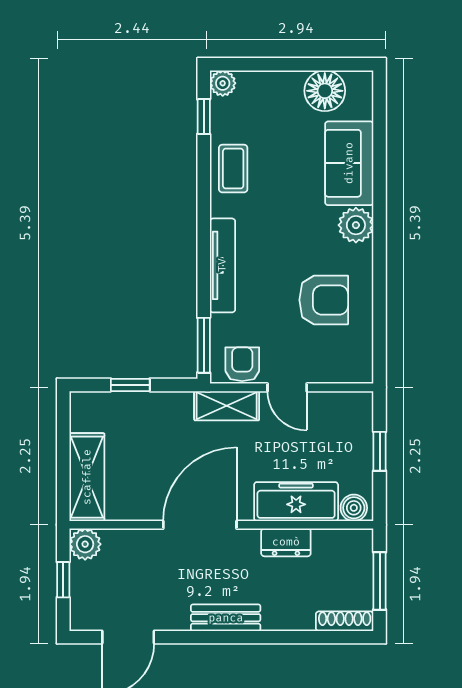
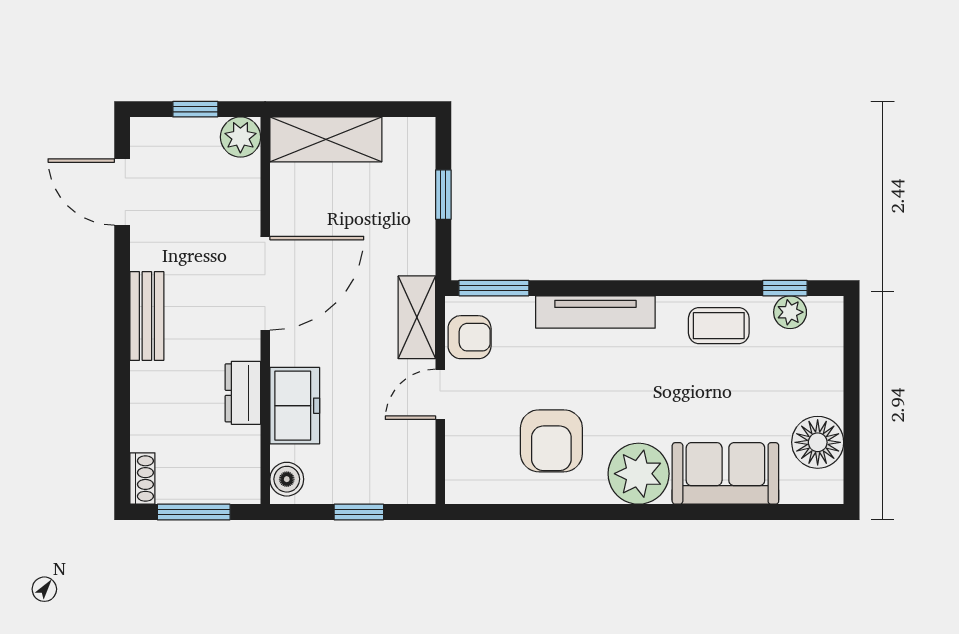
plant: (223, 83) -> (790, 312), moved
plant: (356, 225) -> (639, 474), width x1.36, depth x1.36
freezer: (296, 502) -> (295, 406), width x0.71
door: (200, 525) -> (265, 283), hinge flipped
shoe rack: (345, 621) -> (142, 479), width x0.70

